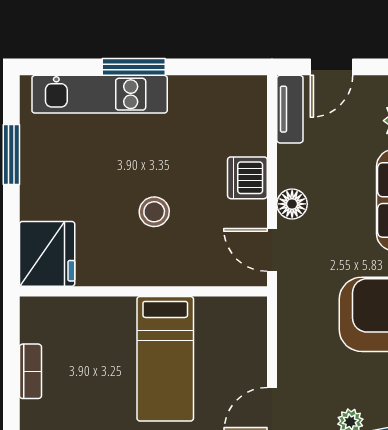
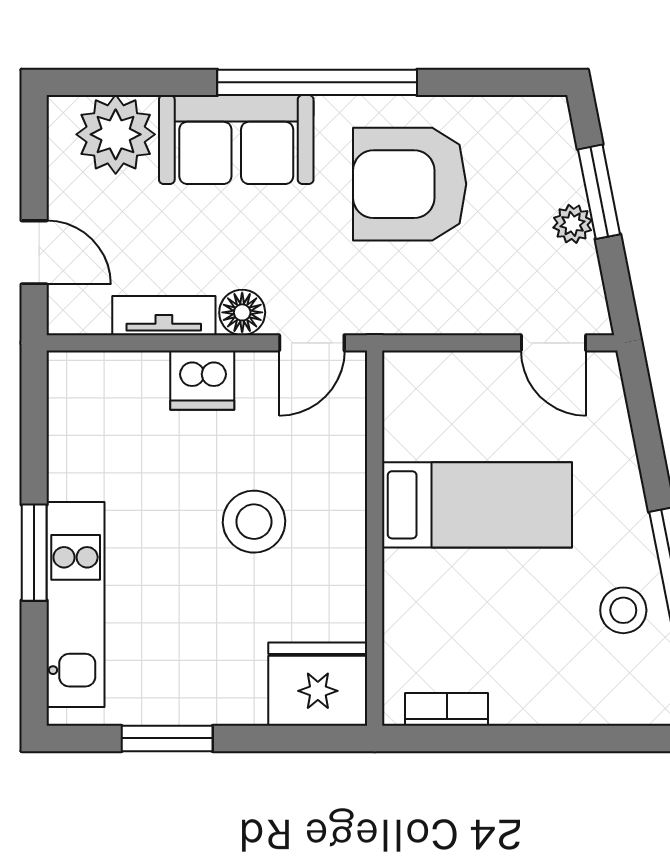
tv unit: (290, 109) -> (164, 316), moved
stool: (154, 212) -> (254, 522), width x1.38, depth x1.38
bookcase: (30, 371) -> (447, 709), moved

